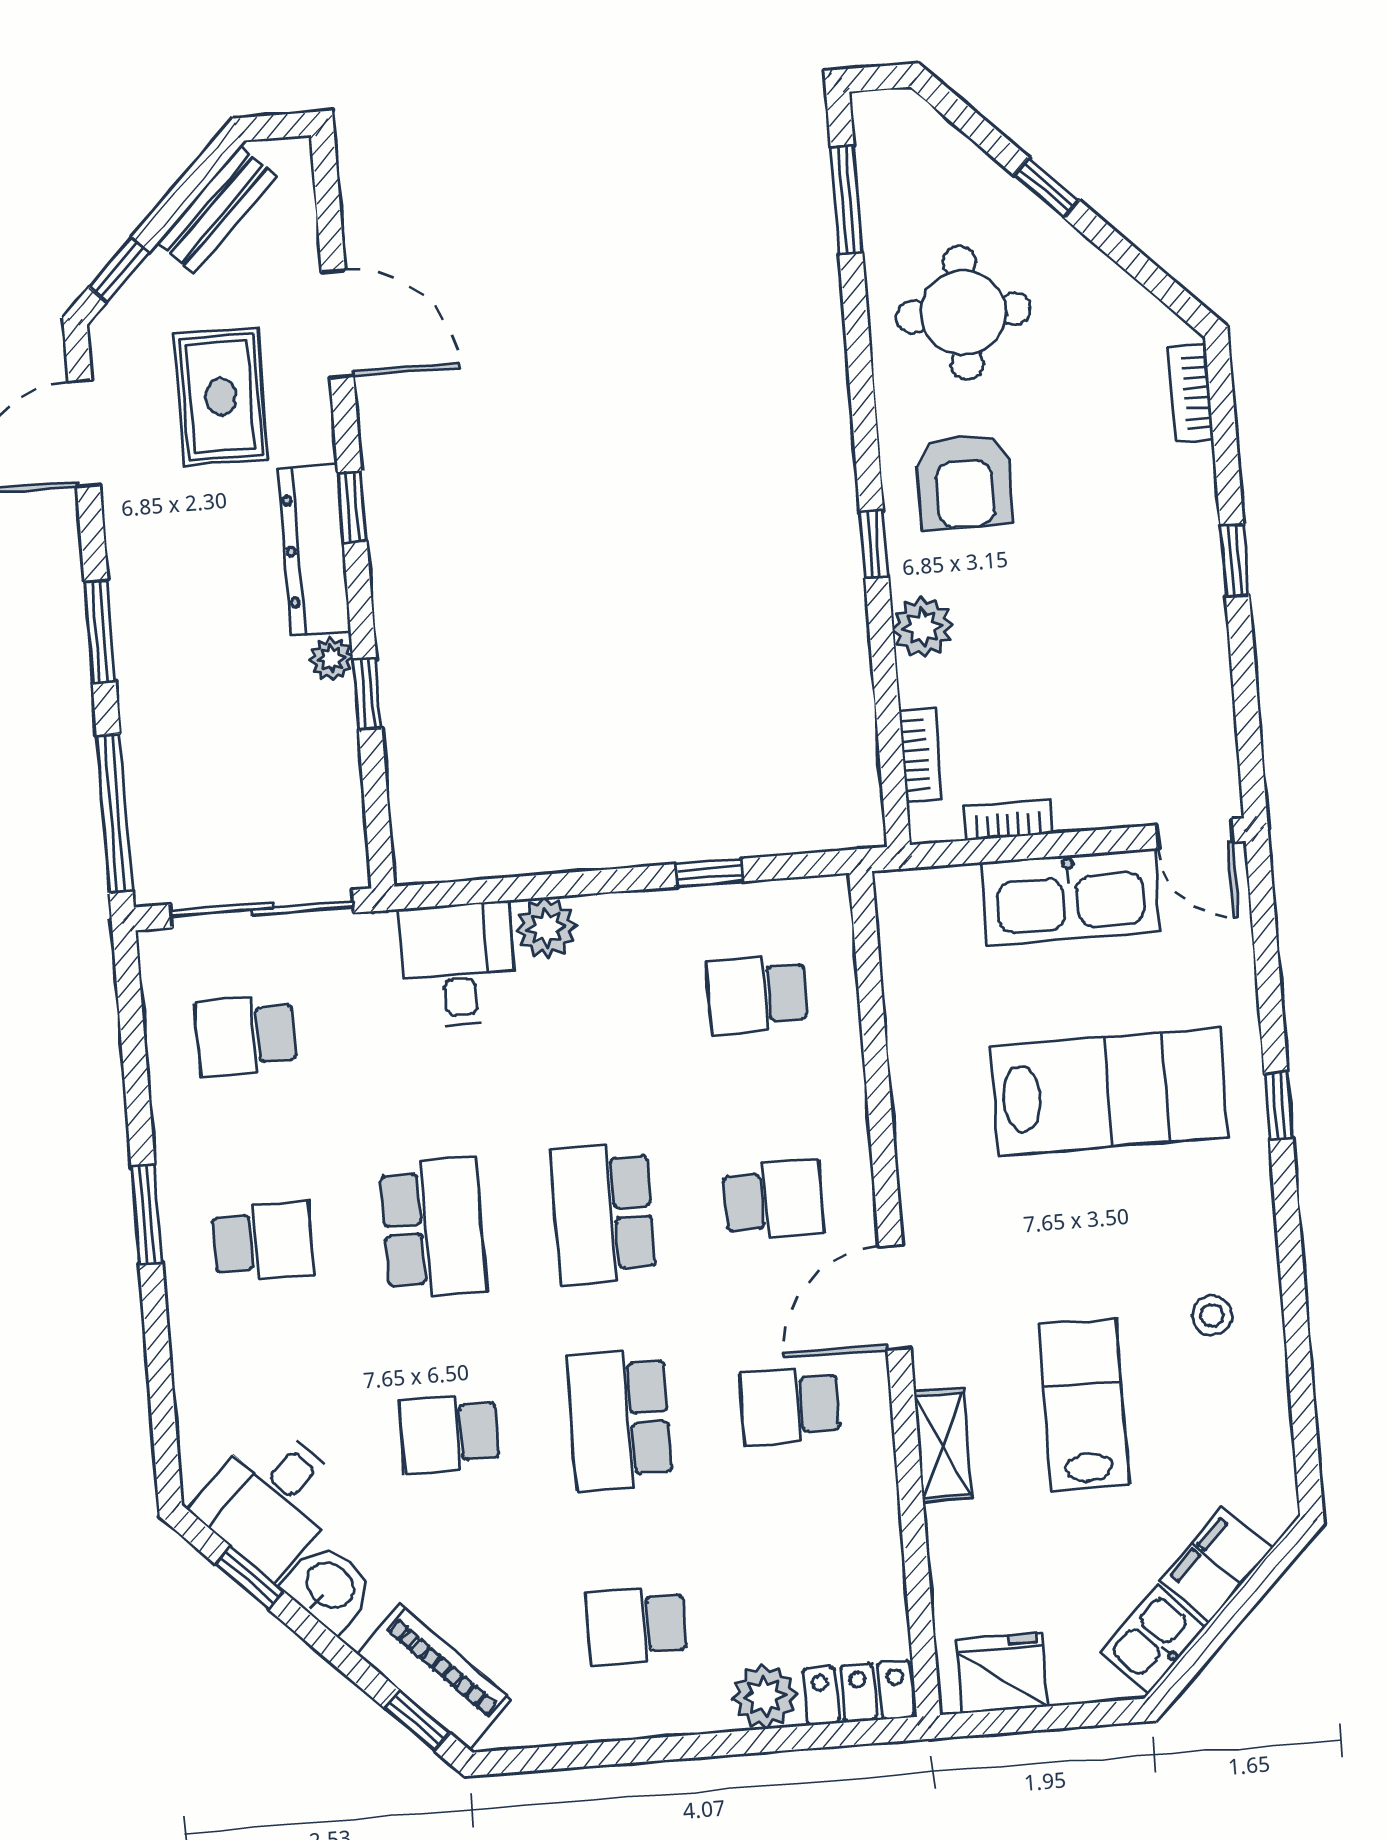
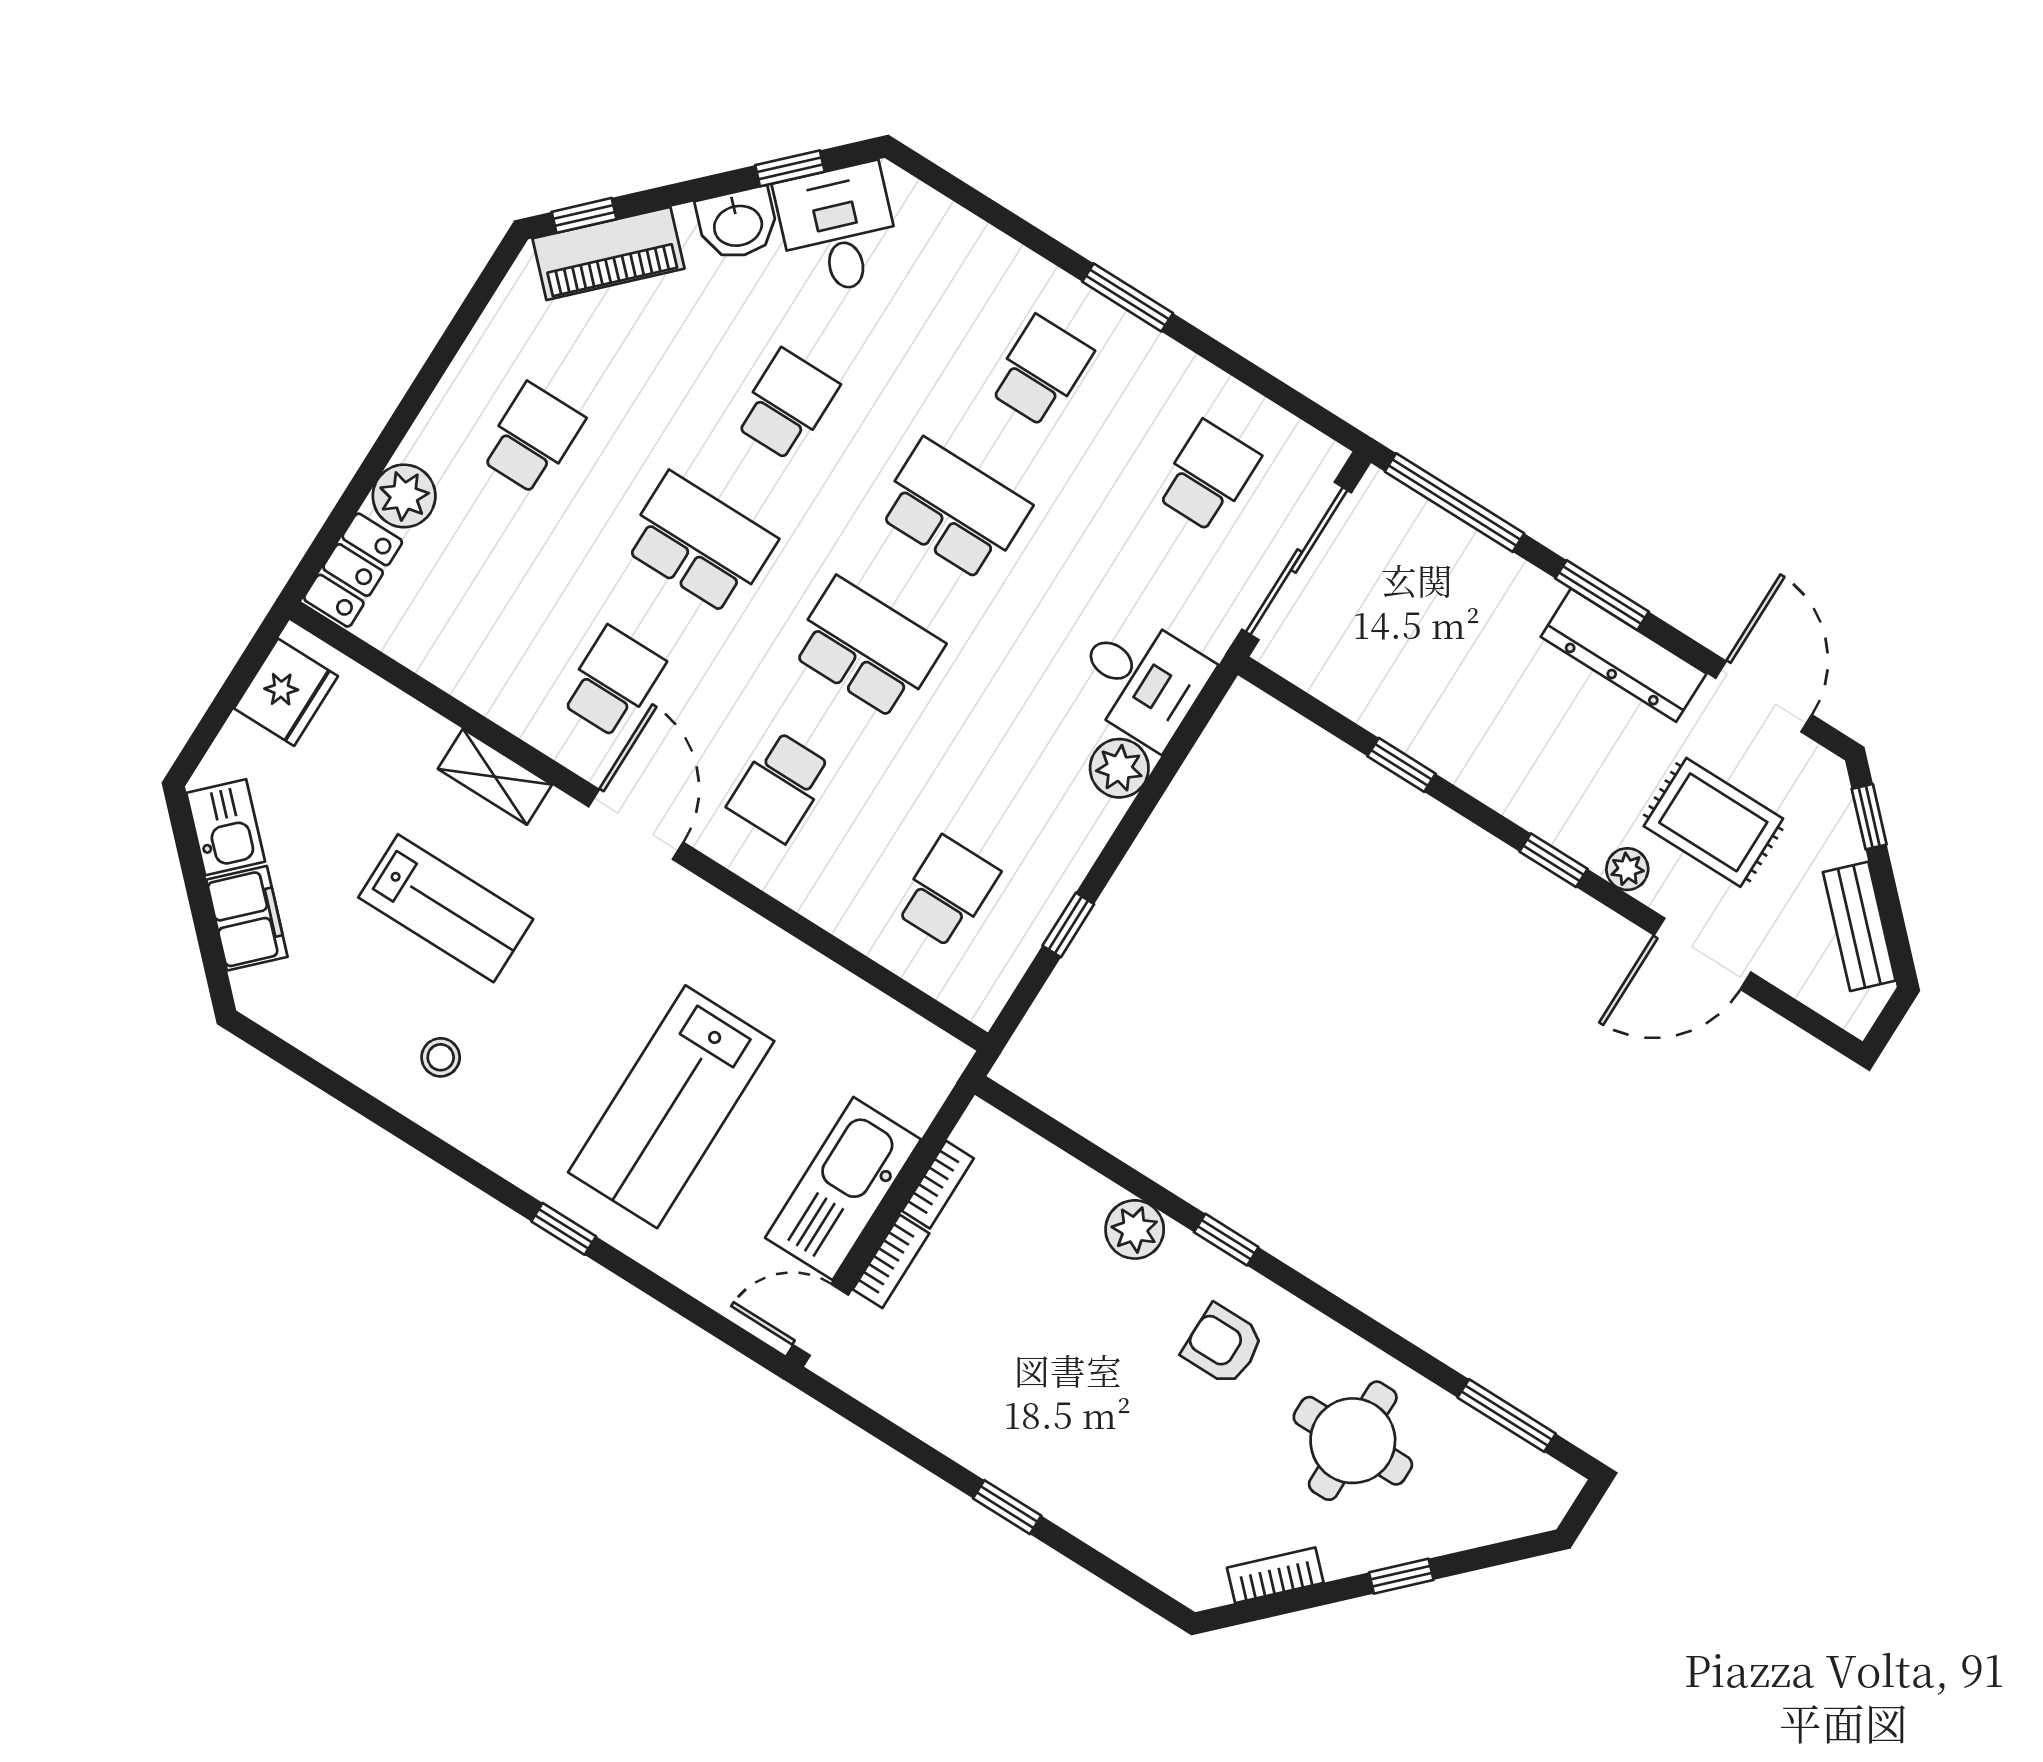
bookcase: (1191, 393) -> (1275, 1575), moved, turned -45
armchair: (964, 481) -> (1223, 1345), width x0.72, depth x0.72
dresser: (314, 550) -> (1624, 655), moved, turned 180
plant: (331, 659) -> (1627, 869), moved
bookcase: (921, 755) -> (891, 1261), moved, turned -90
school desk: (433, 1228) -> (954, 510), turned 180
school desk: (263, 1241) -> (1041, 371), turned 180

